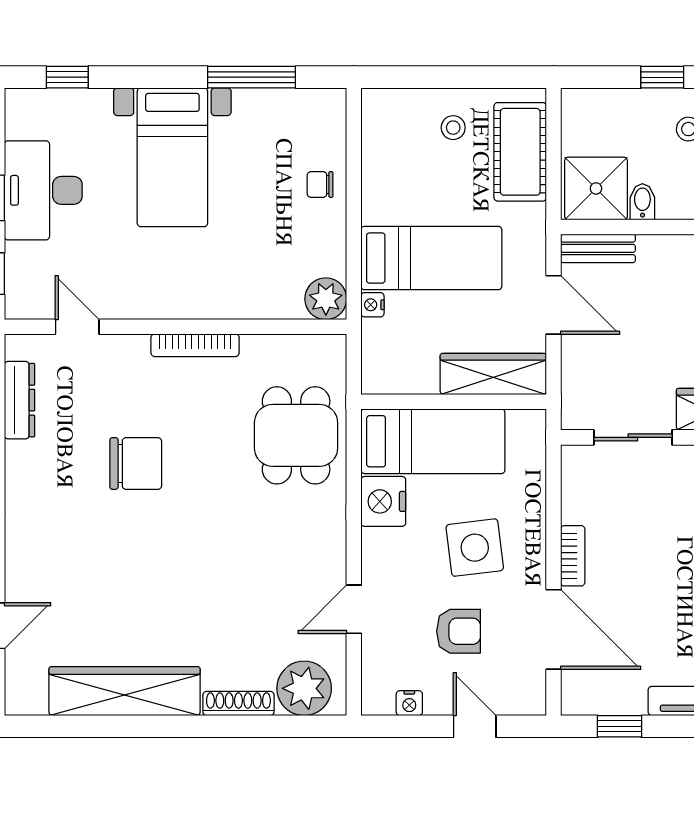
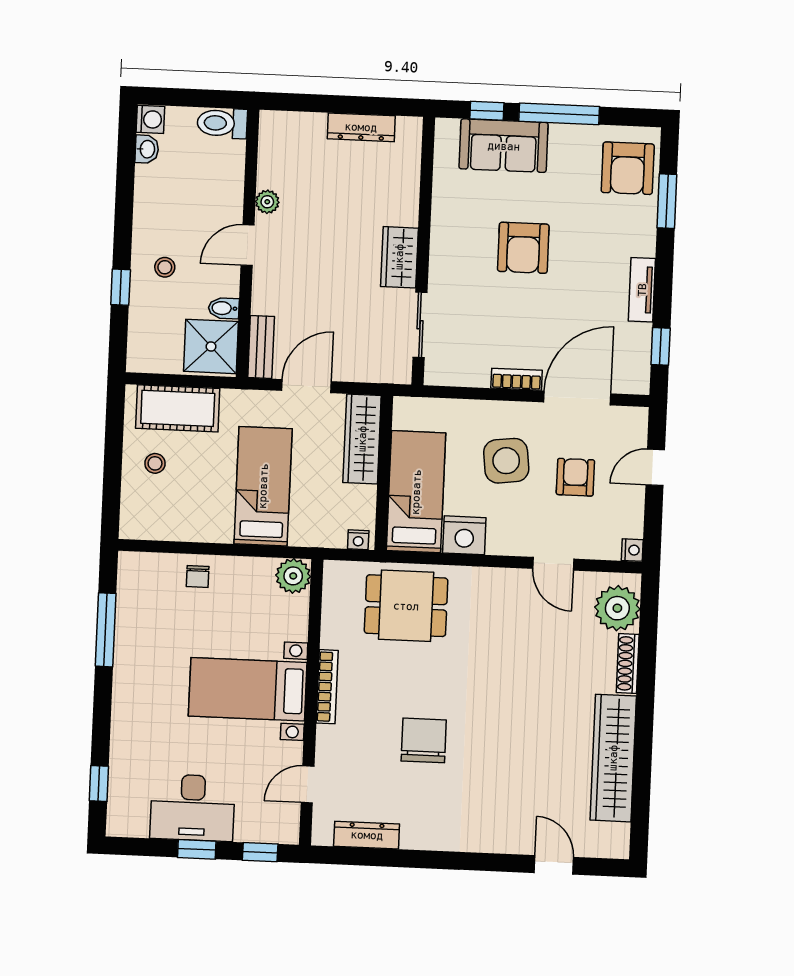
bed with nightstands: (172, 157) -> (248, 689), moved, turned 180
nightstand: (372, 305) -> (358, 540), moved
nightstand: (409, 703) -> (632, 550), moved

